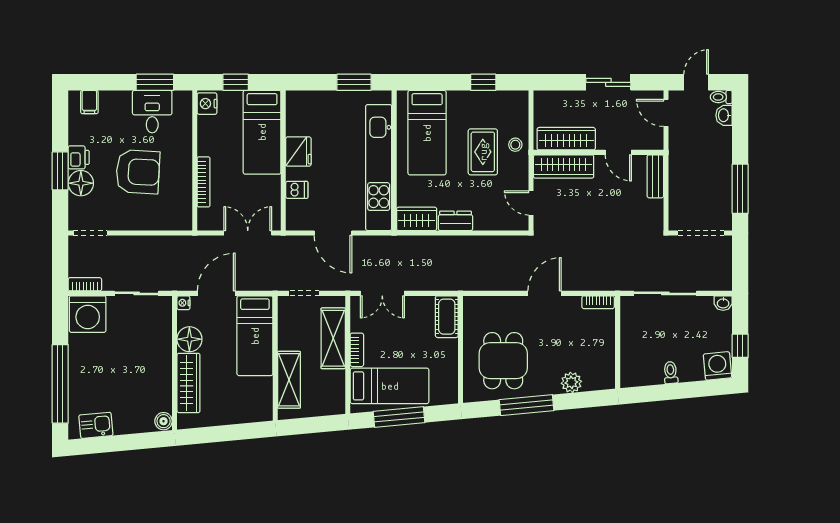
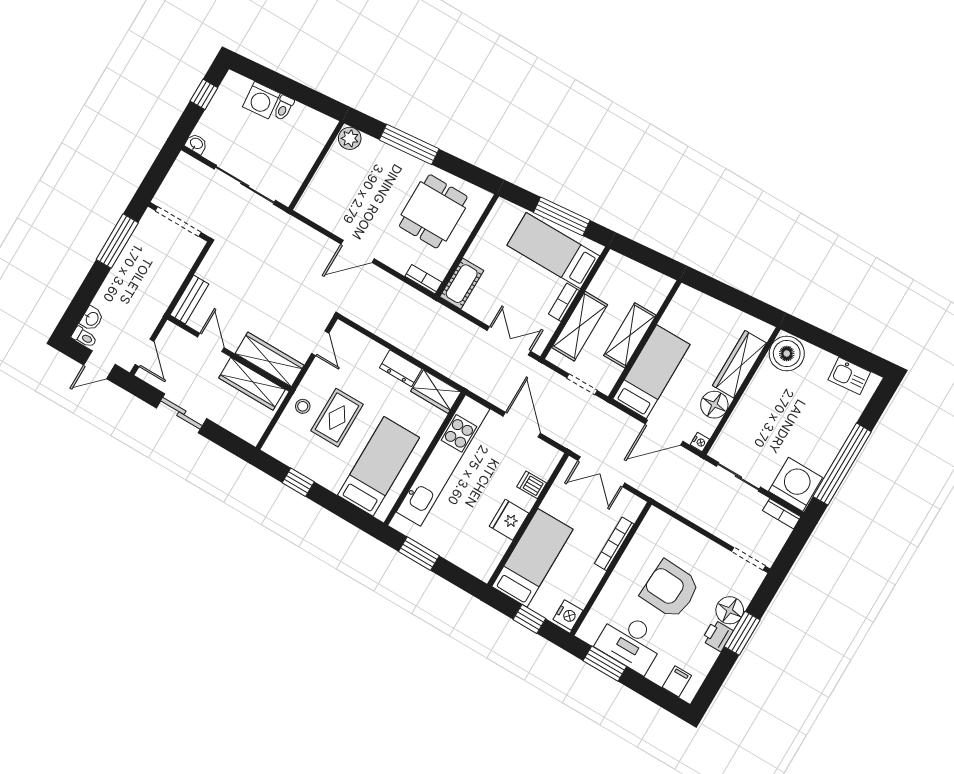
desk: (152, 112) -> (630, 642), width x1.37
bookcase: (598, 302) -> (424, 279), moved
washing machine: (717, 366) -> (261, 100), moved
shelving: (289, 380) -> (630, 335), moved
plant: (571, 382) -> (350, 138), moved
window: (60, 384) -> (842, 464), moved
window: (527, 405) -> (409, 144), moved
boiler: (164, 421) -> (787, 354), width x1.86, depth x1.86

